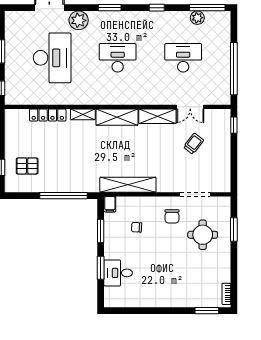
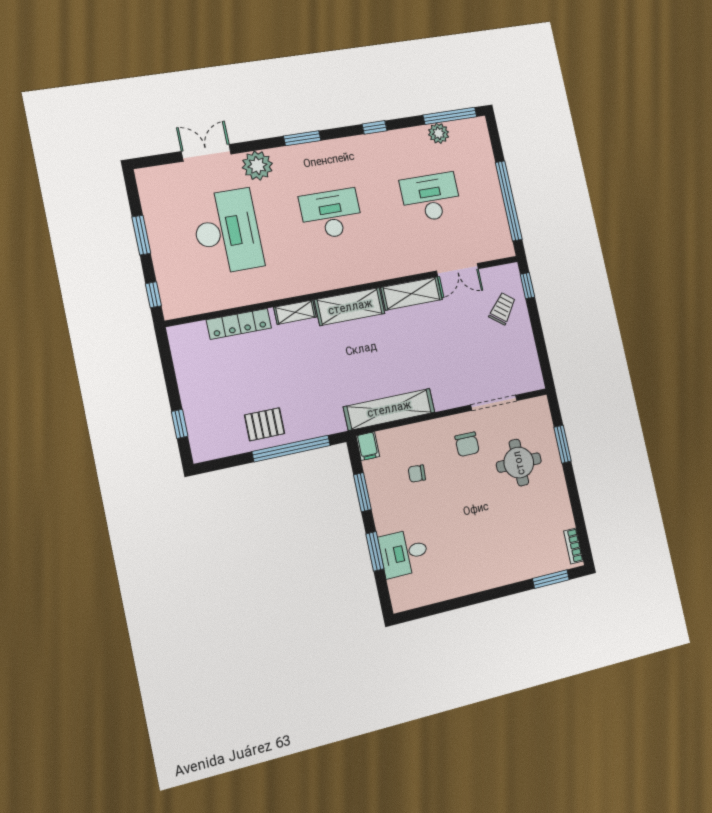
trolley: (194, 144) -> (502, 309), moved
pallet: (27, 166) -> (265, 424), moved

